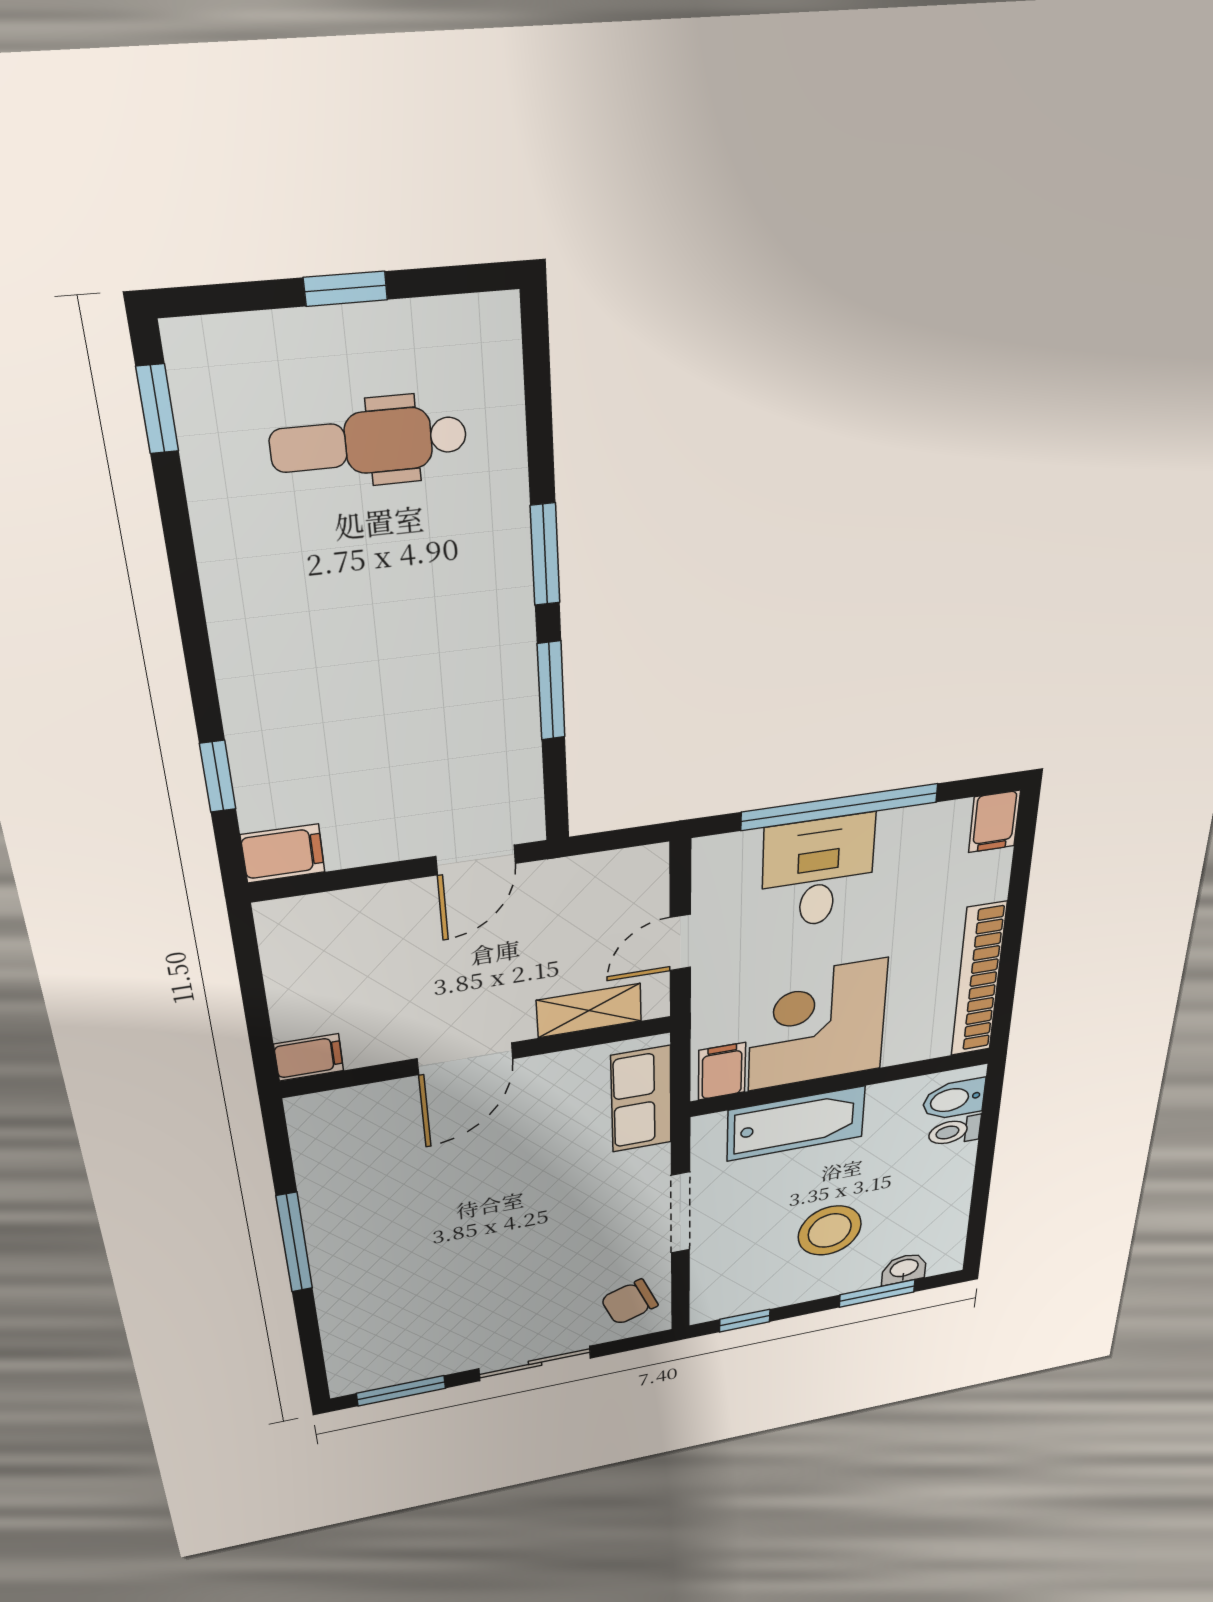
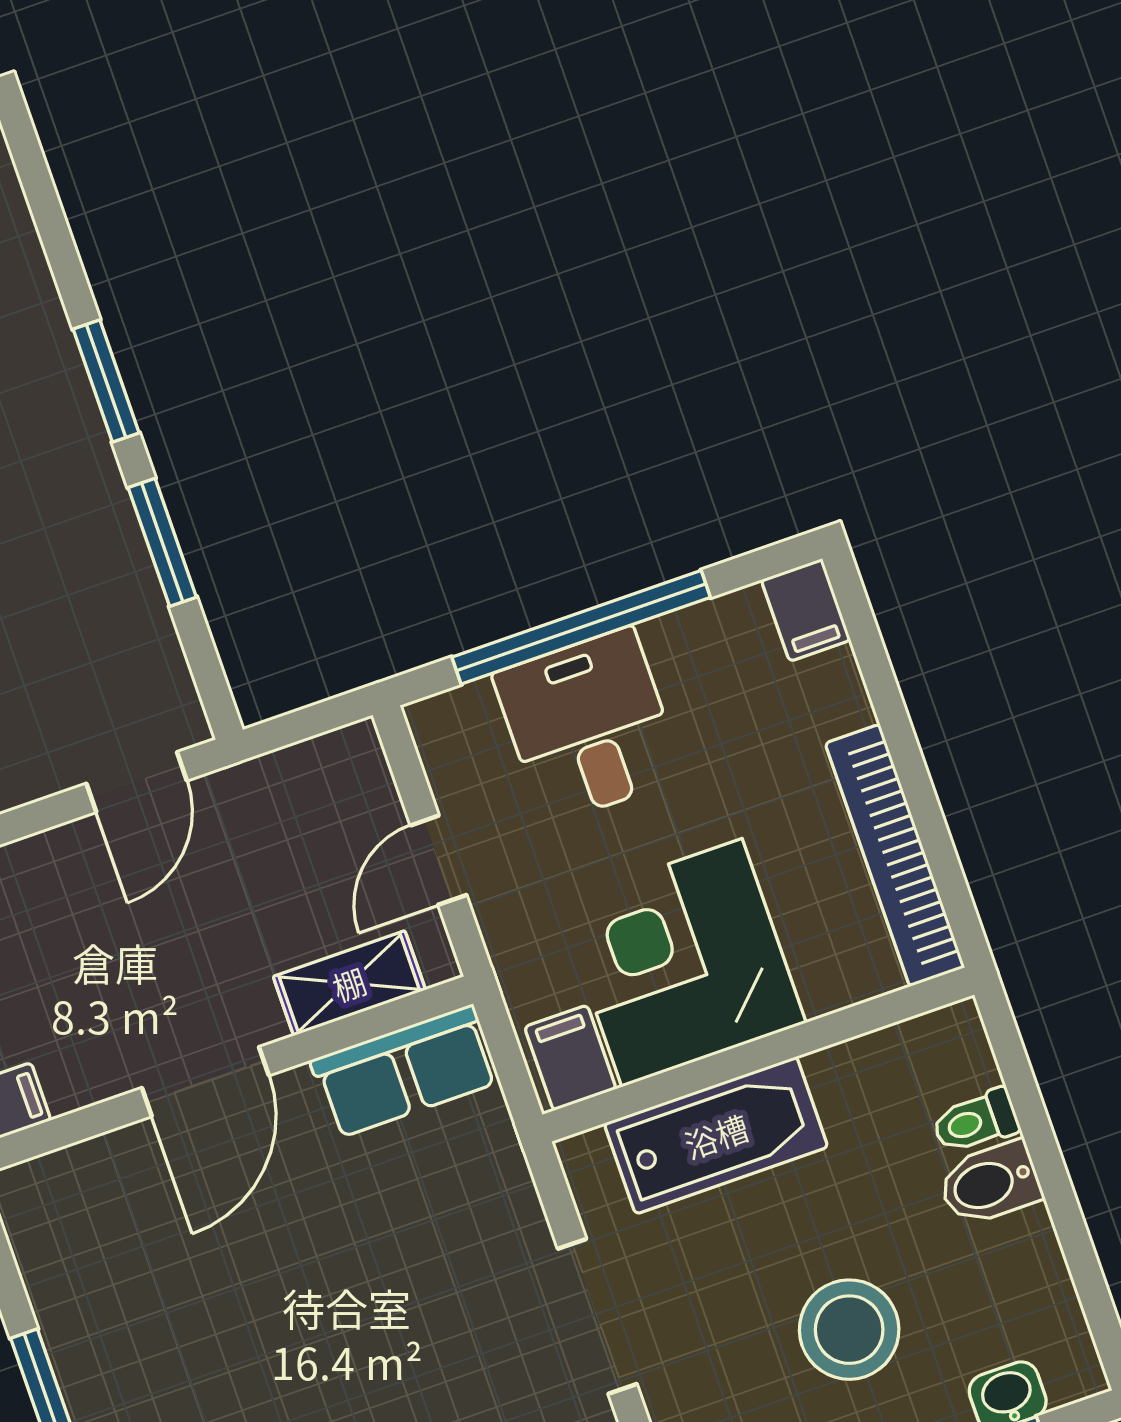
row of seats: (641, 1099) -> (405, 1071), moved, turned -90
bidet: (954, 1099) -> (990, 1183), moved

